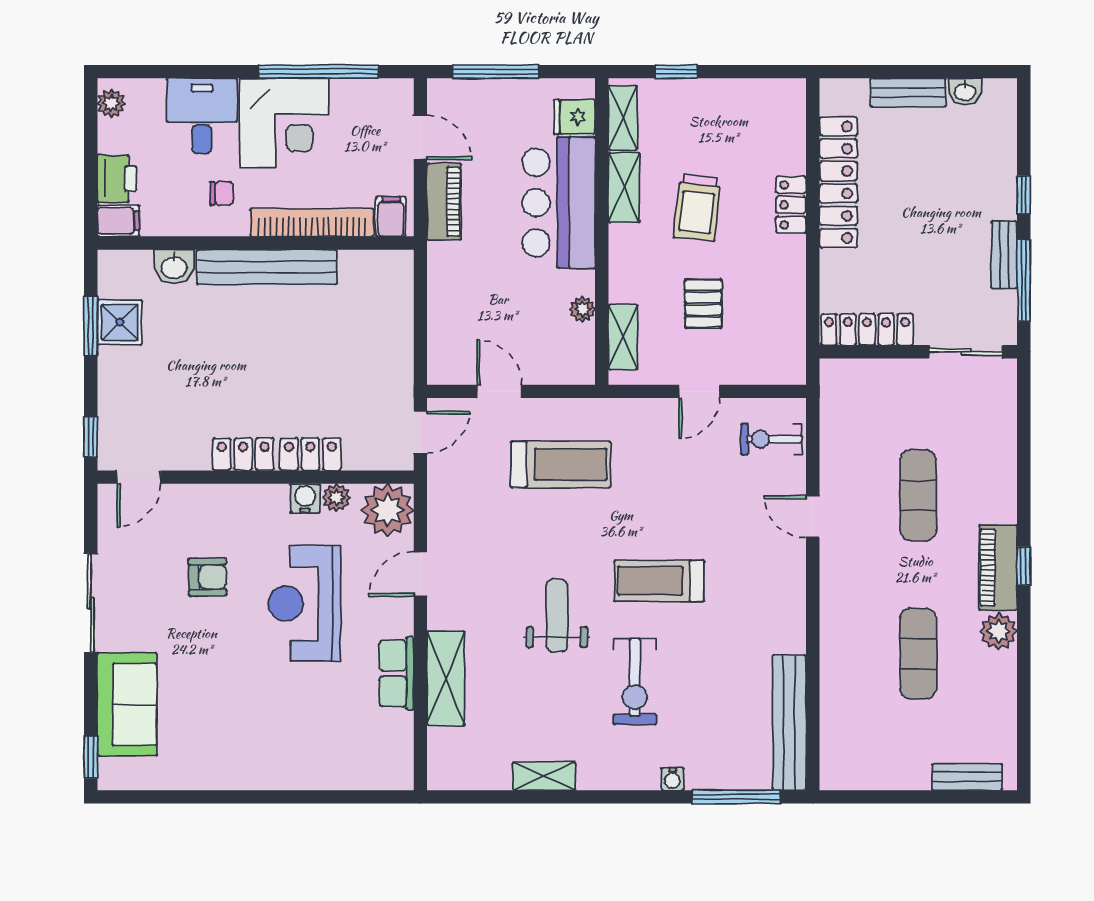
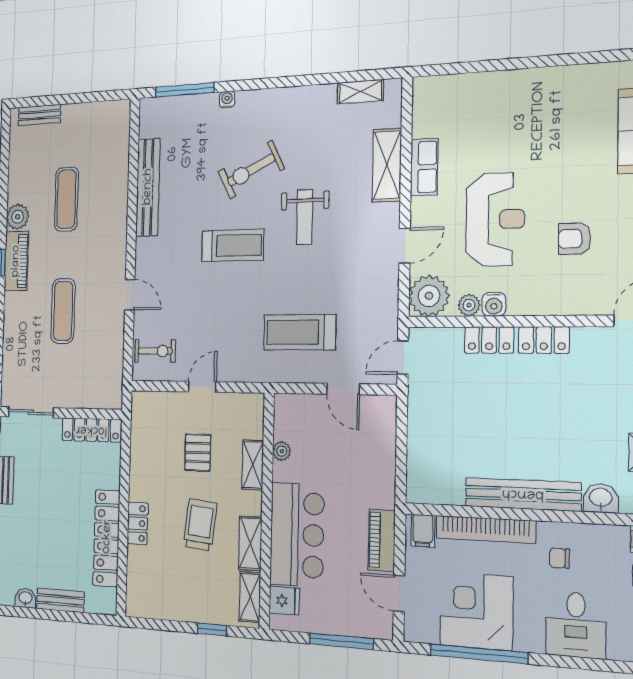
corner desk: (284, 123) -> (476, 611), moved
shelving: (623, 337) -> (253, 465), moved
exercise bike: (635, 681) -> (251, 170), turned -116
bench: (789, 723) -> (148, 187), moved
shelving: (544, 776) -> (360, 92), moved

